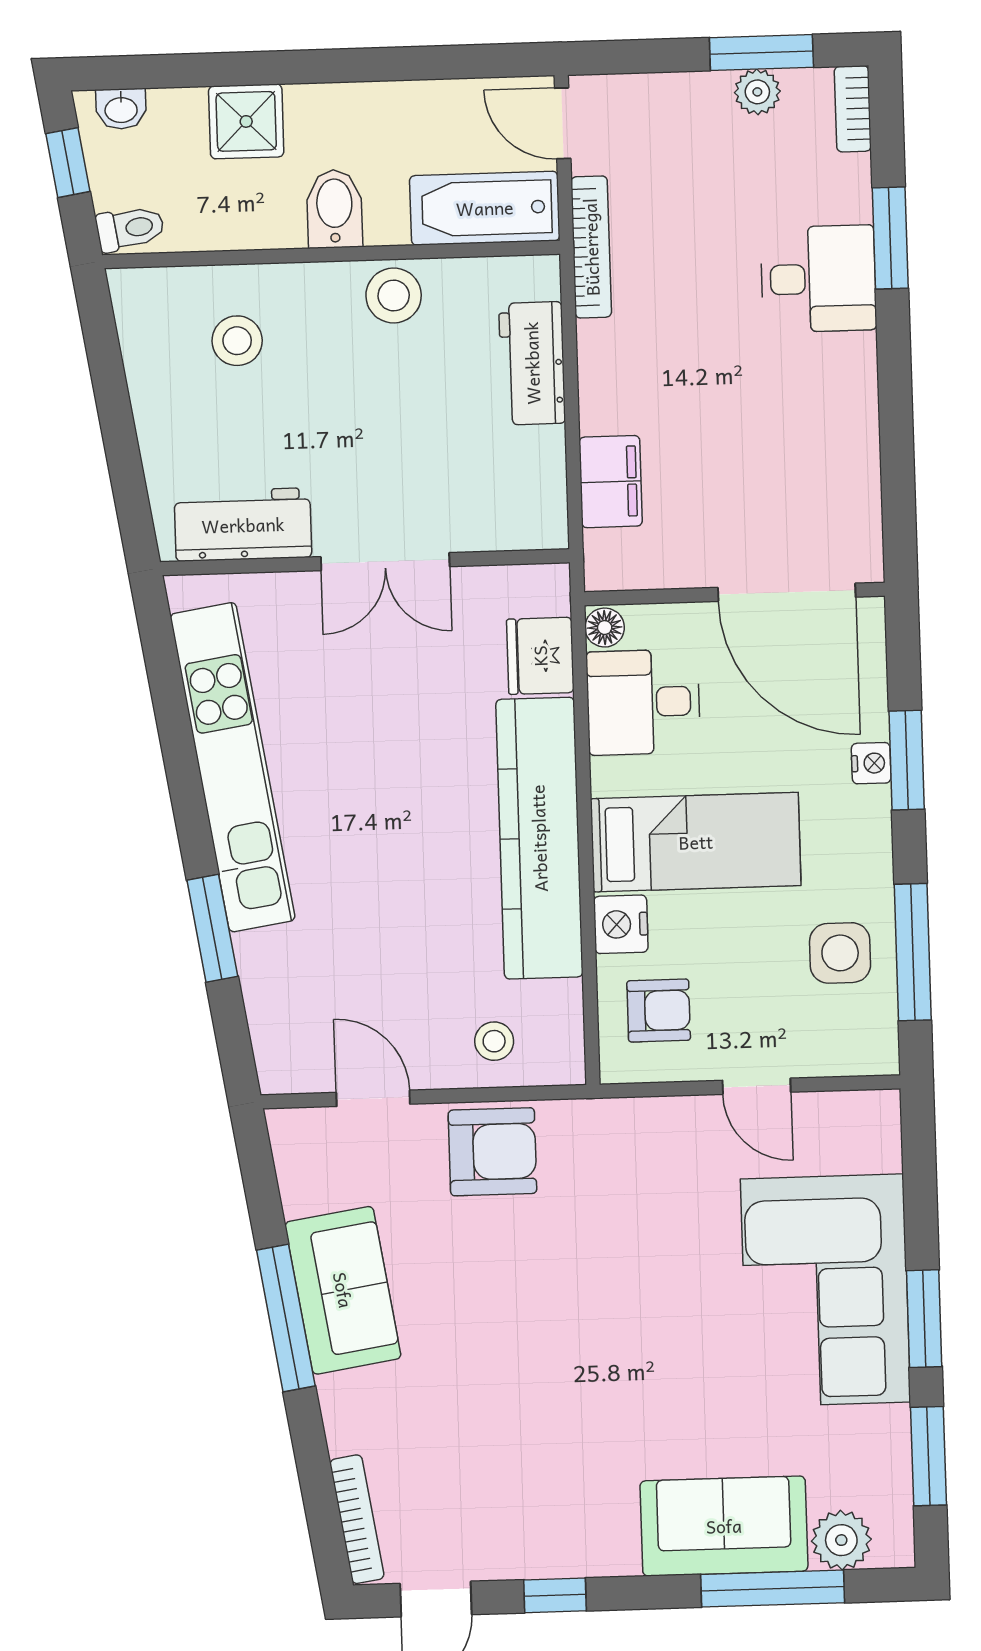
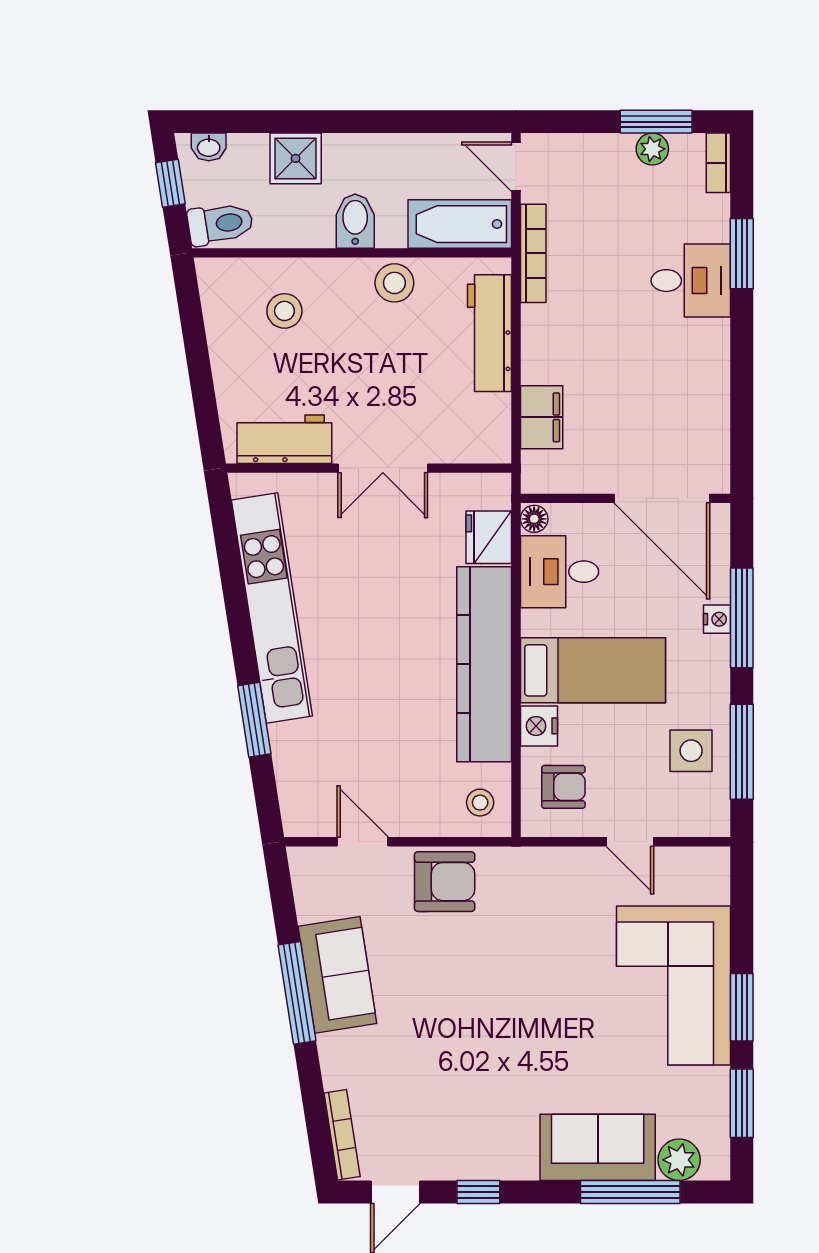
toilet: (130, 228) -> (220, 224), width x1.37, depth x1.39
workbench: (532, 363) -> (489, 333), width x1.38
window: (907, 760) -> (742, 618), width x1.44
stool: (494, 1041) -> (480, 803), moved

